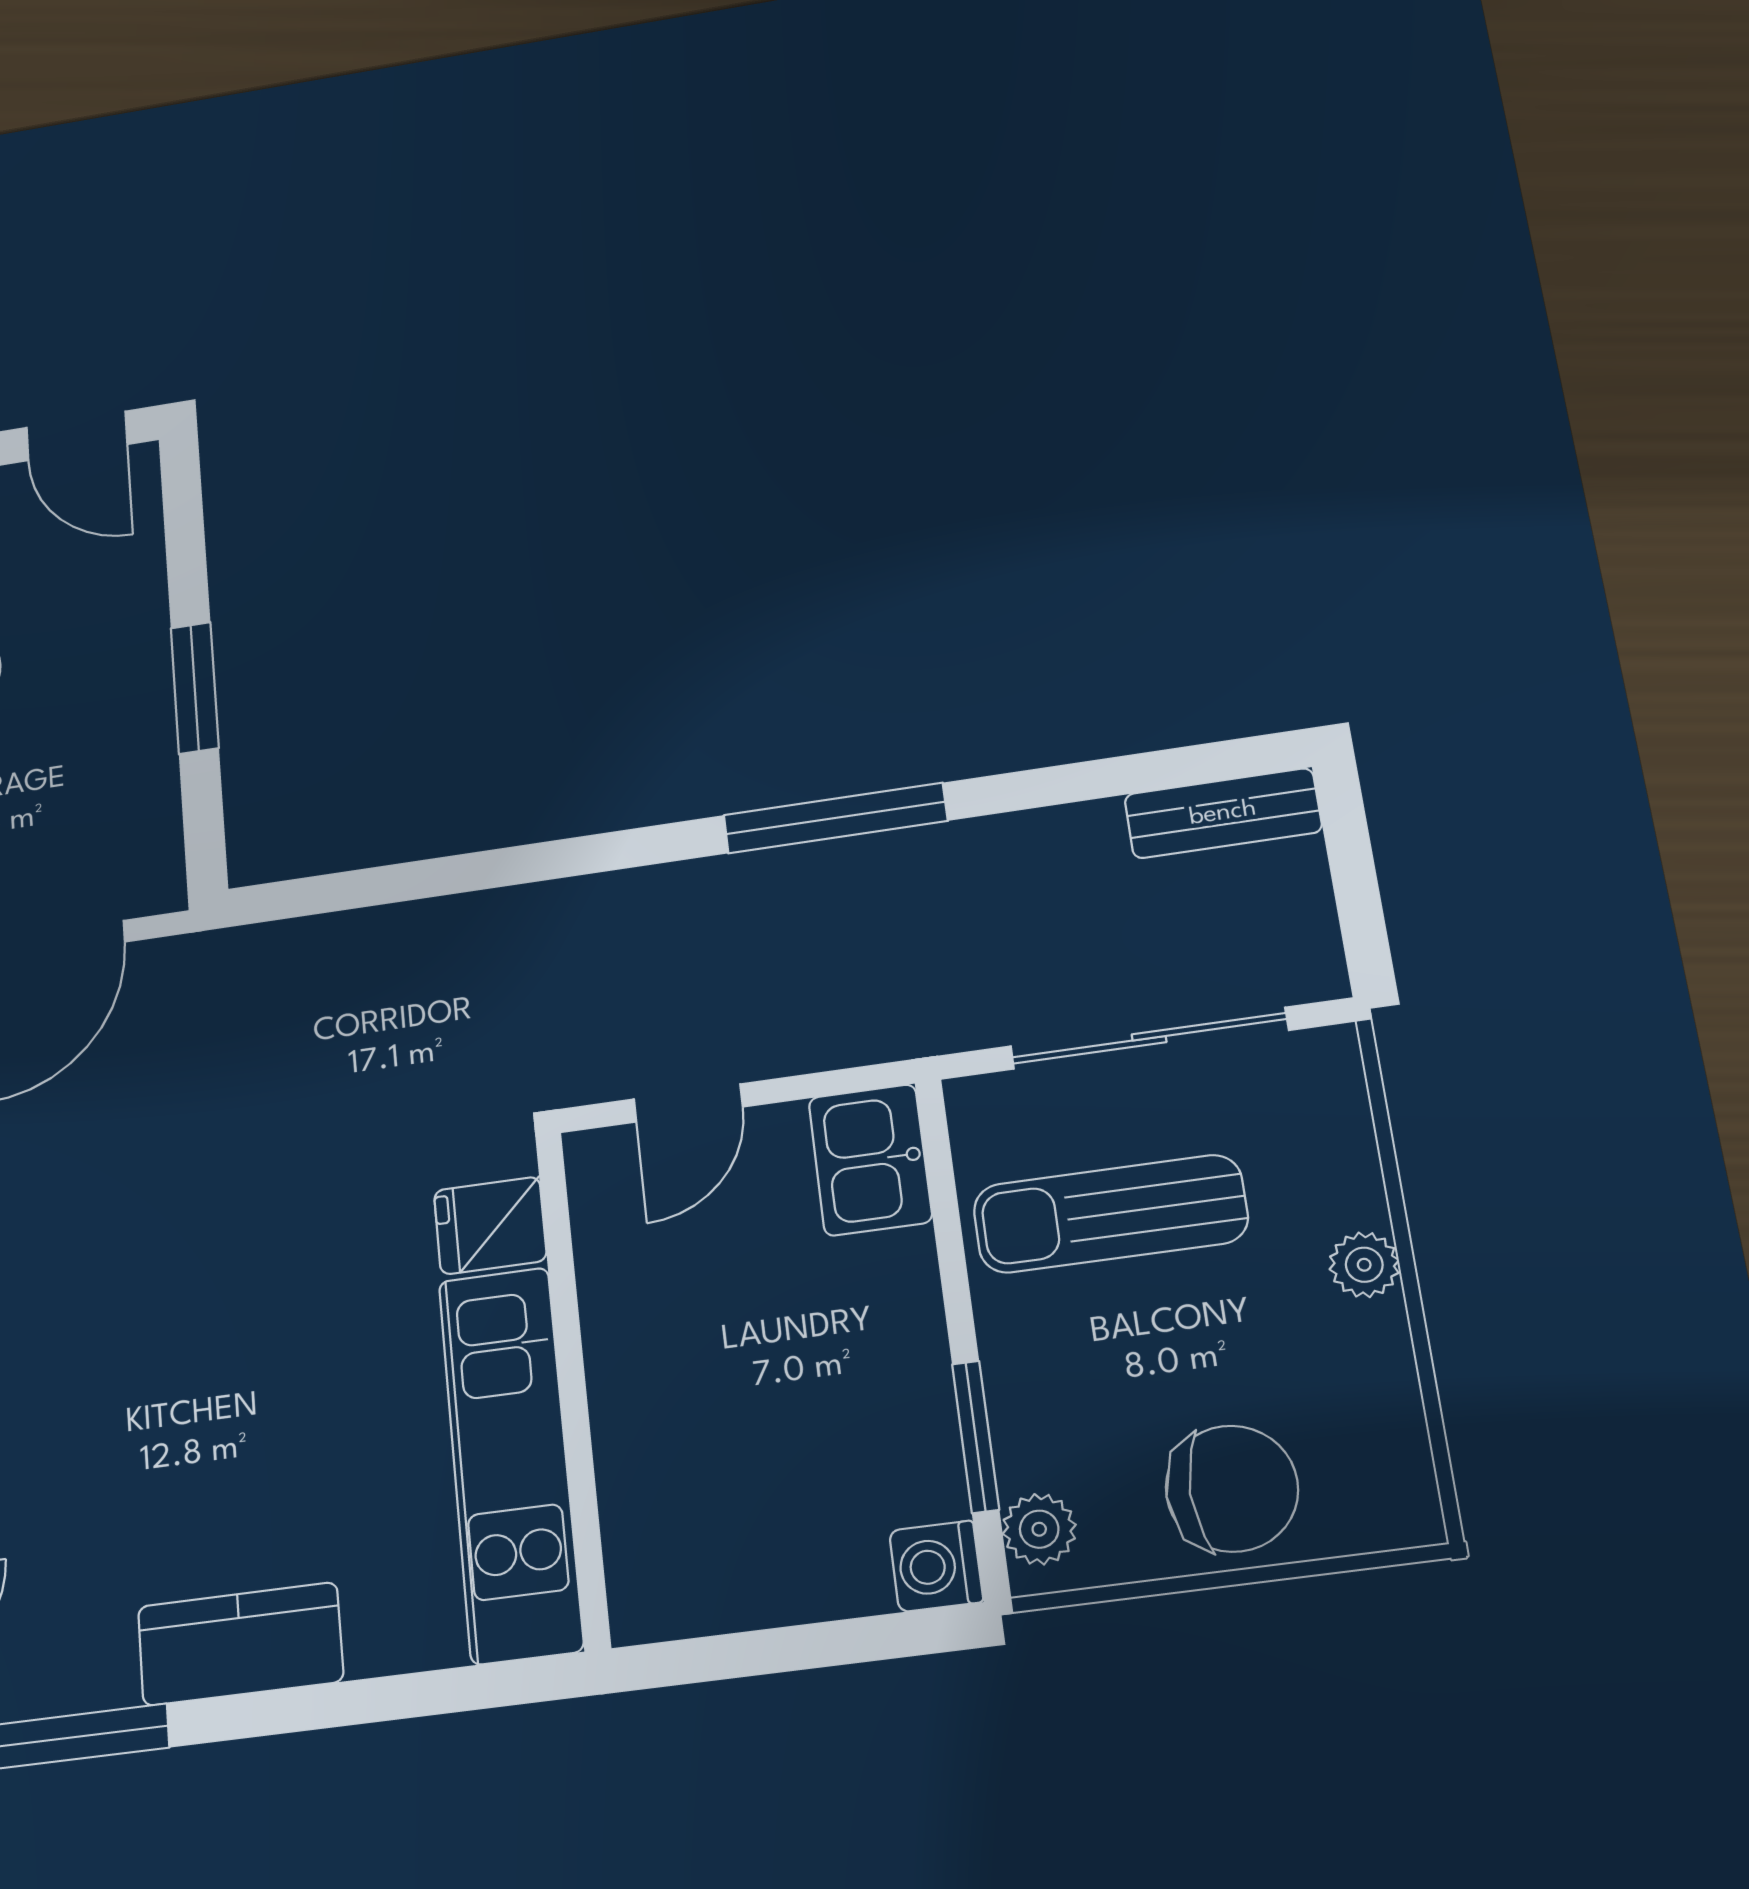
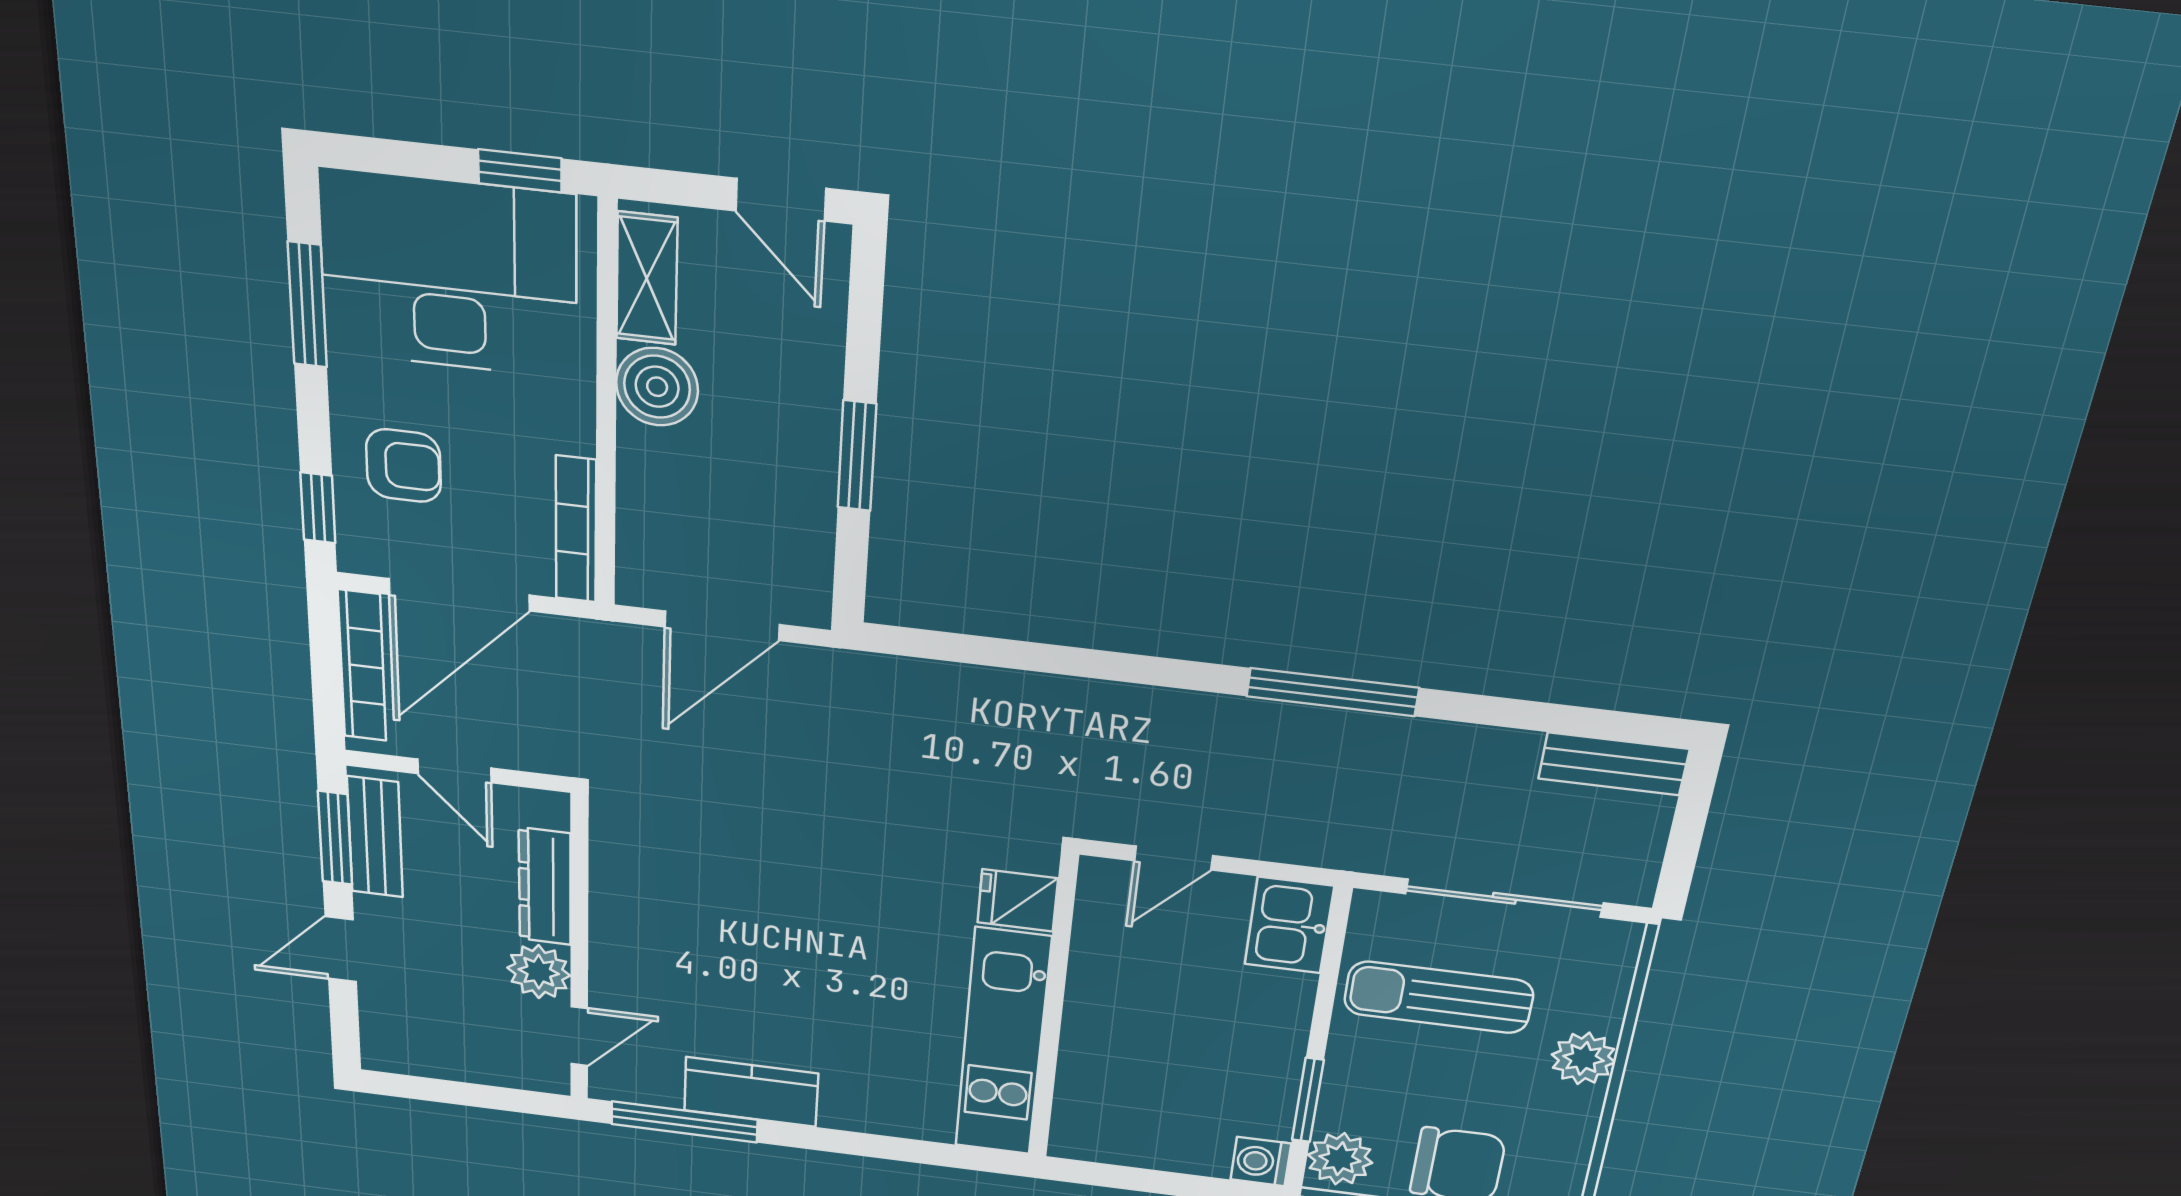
plant: (1364, 1265) -> (1583, 1058), width x1.38, depth x1.38
plant: (1039, 1529) -> (1340, 1159), width x1.38, depth x1.38
kitchen counter: (240, 1644) -> (751, 1092), moved

